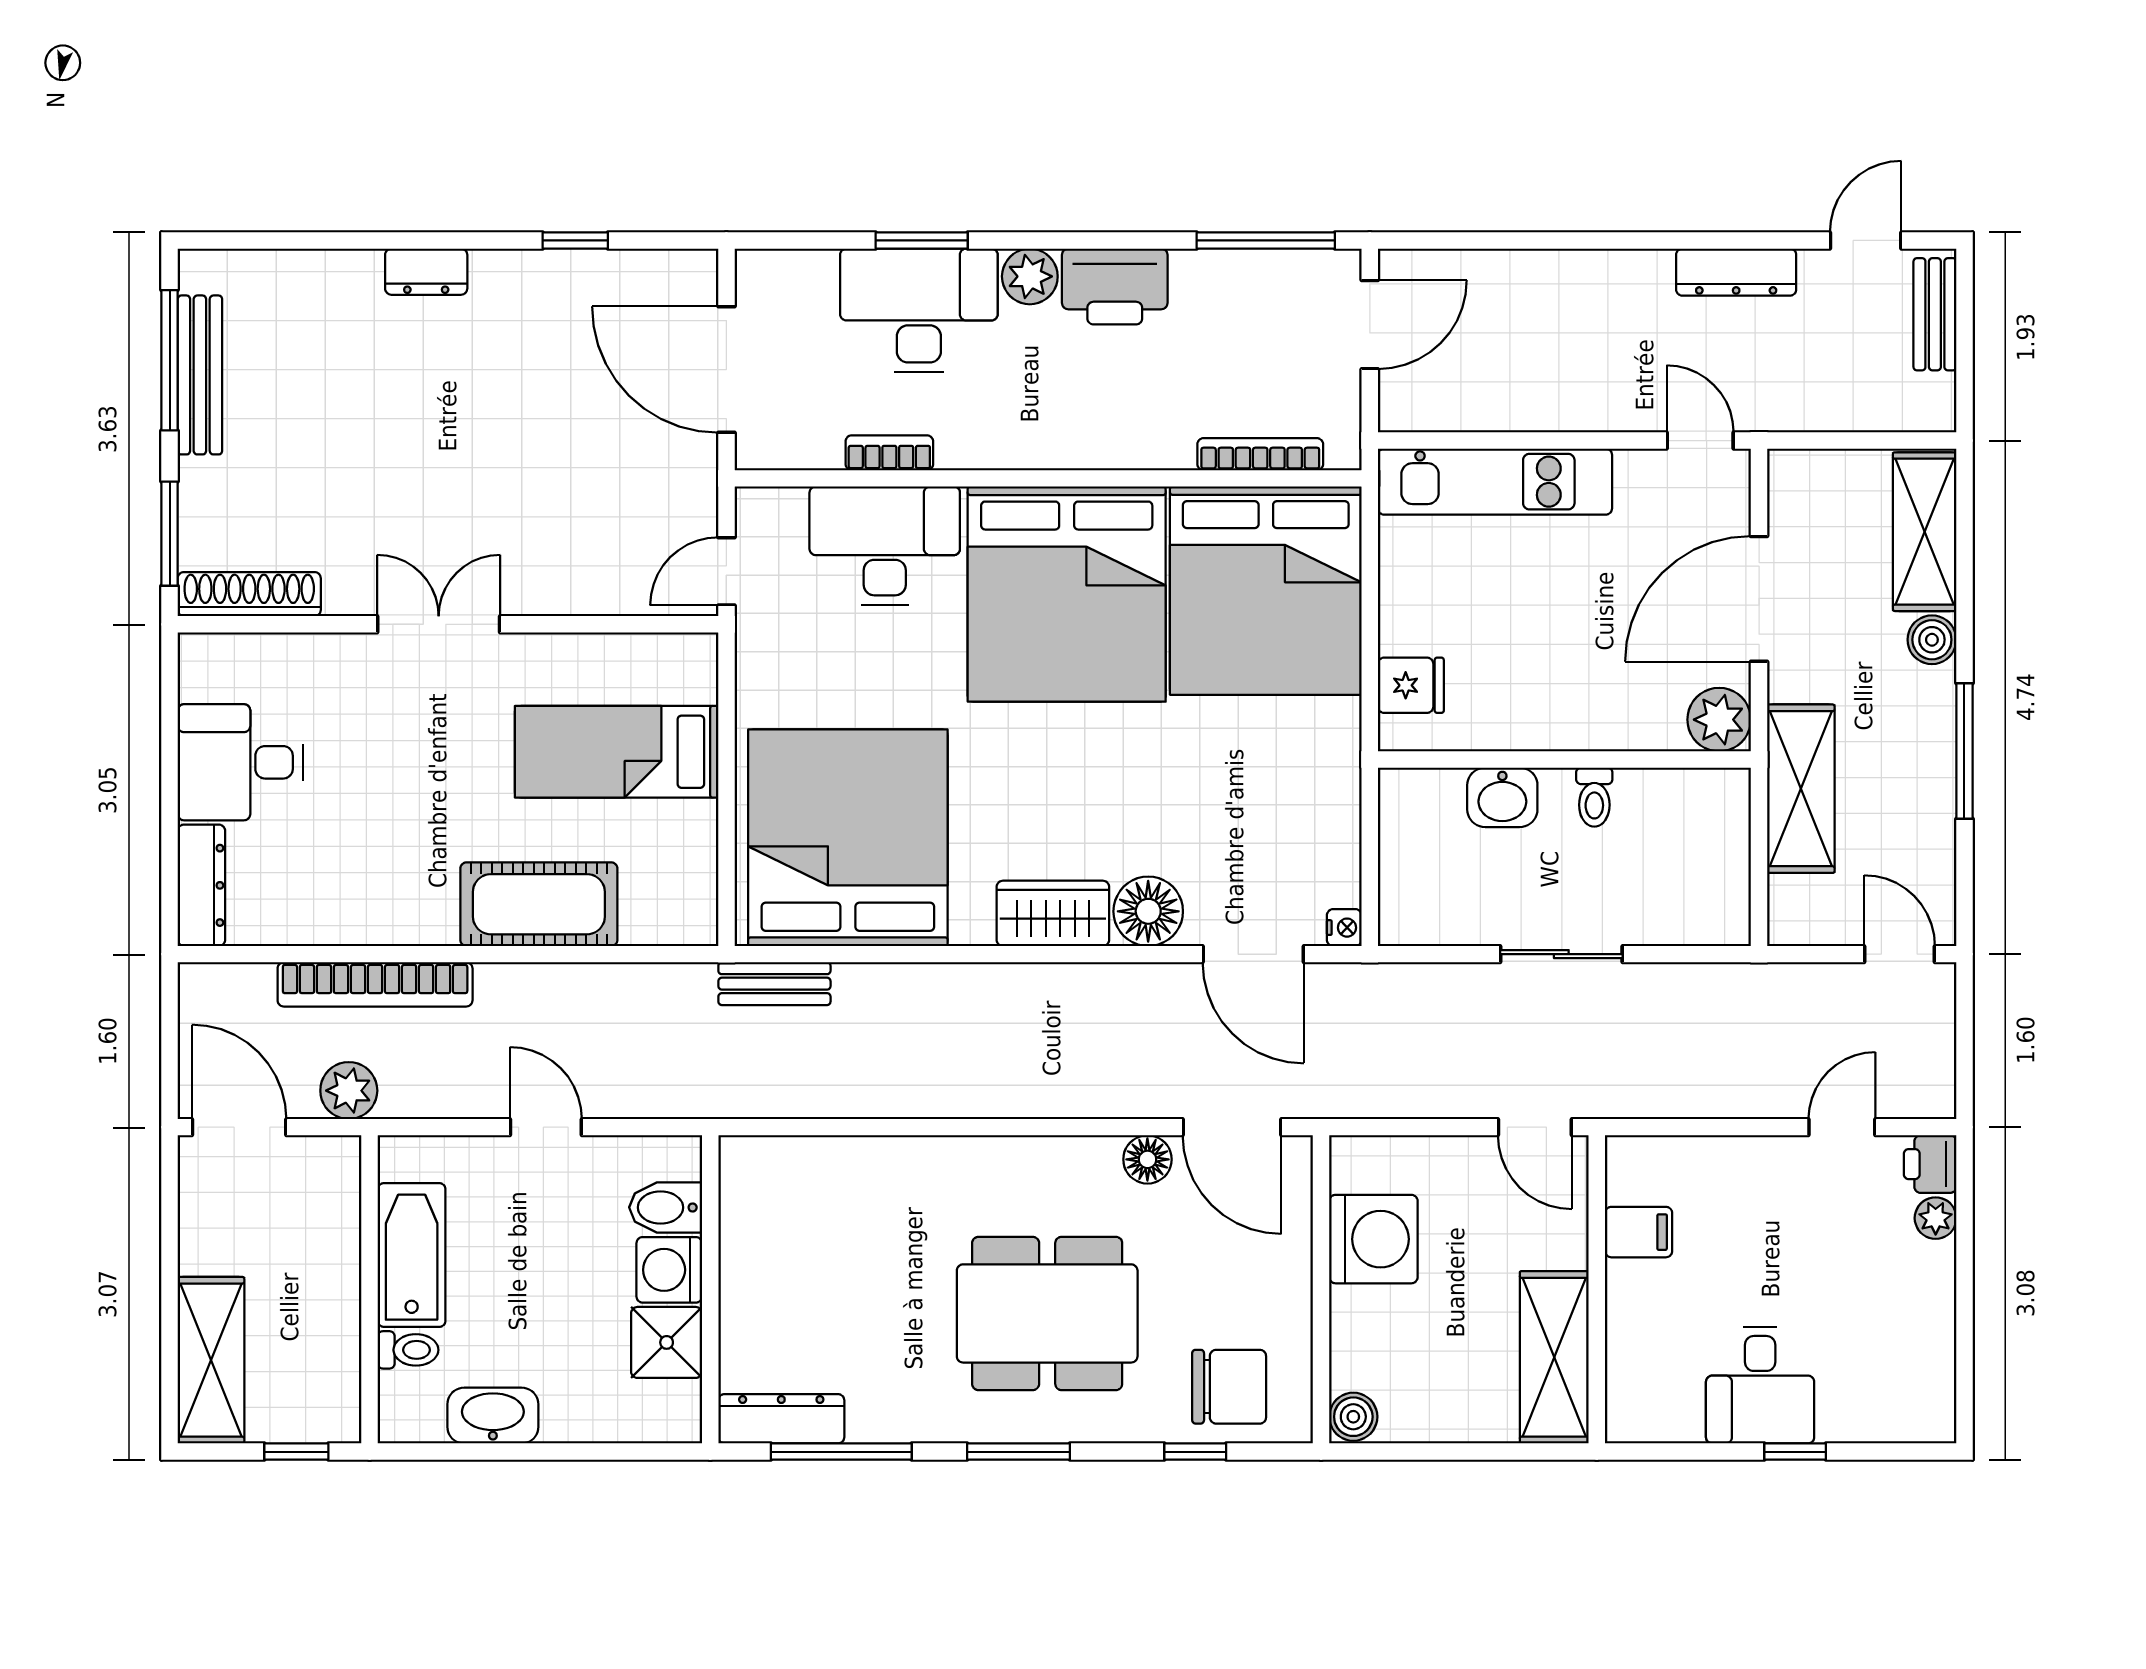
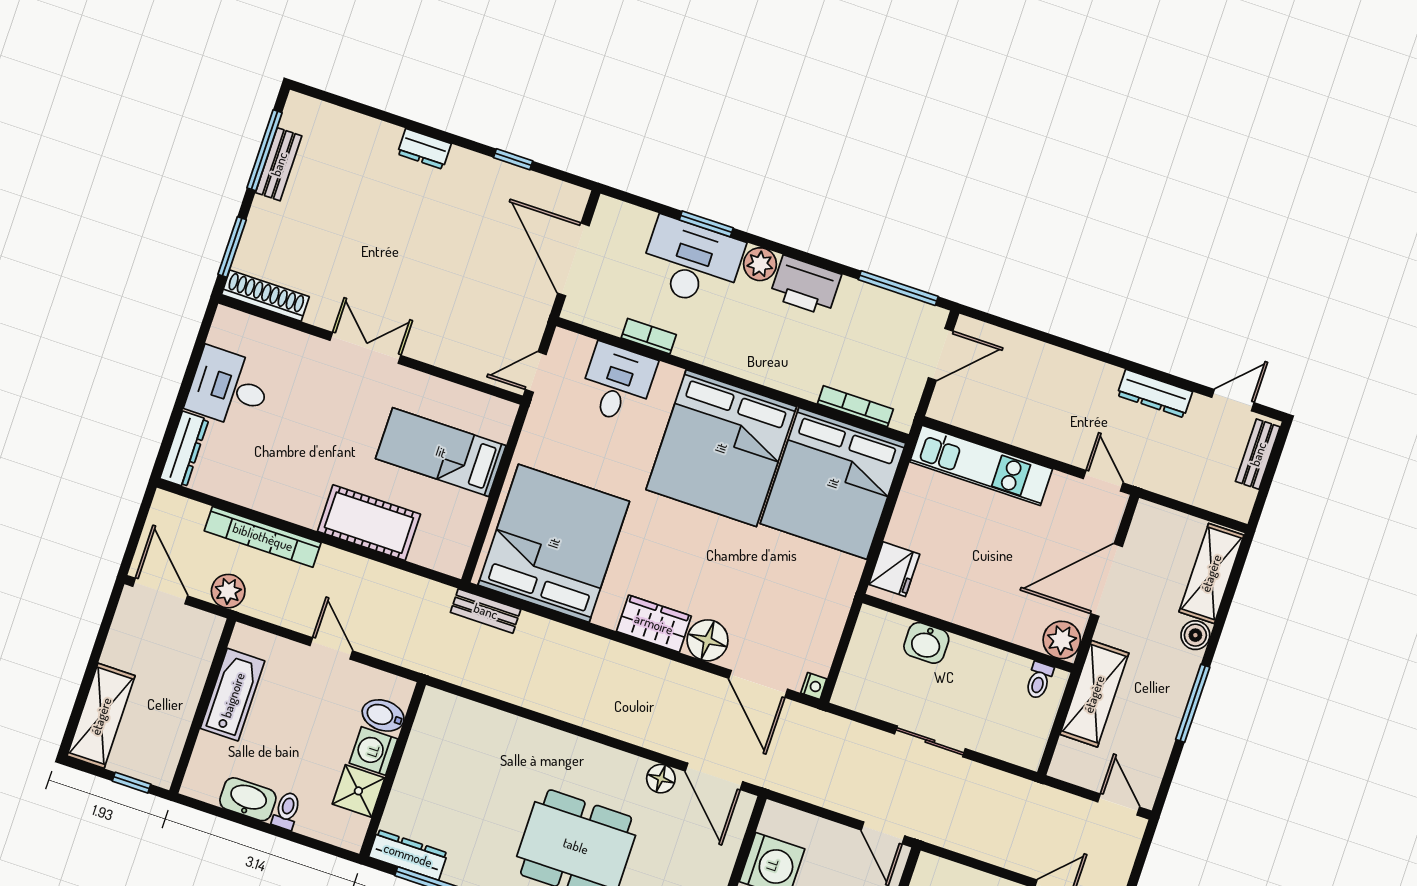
bench: (200, 375) -> (279, 164), width x0.73
desk: (885, 546) -> (617, 383), width x0.73
fridge: (1411, 685) -> (894, 569), width x1.38
toilet: (1594, 797) -> (1039, 680), moved
toilet: (408, 1350) -> (287, 811), moved, turned -90

